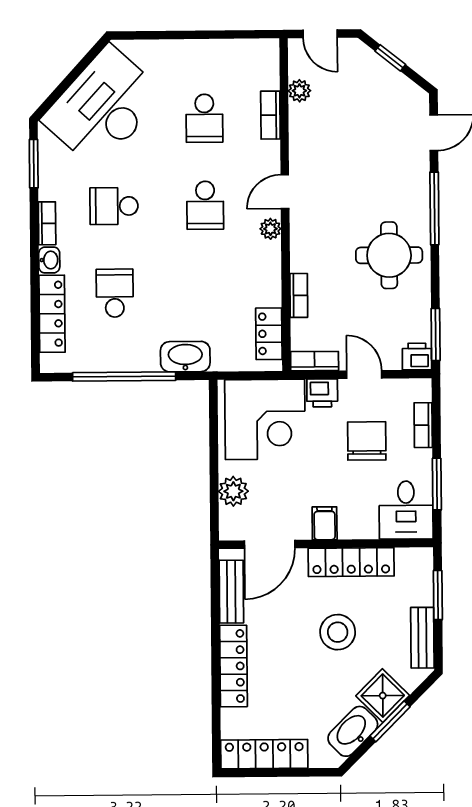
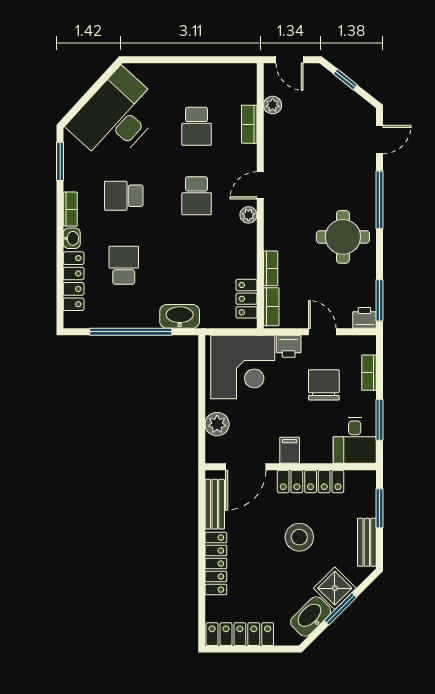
bookcase: (315, 361) -> (271, 307), moved, turned 90

